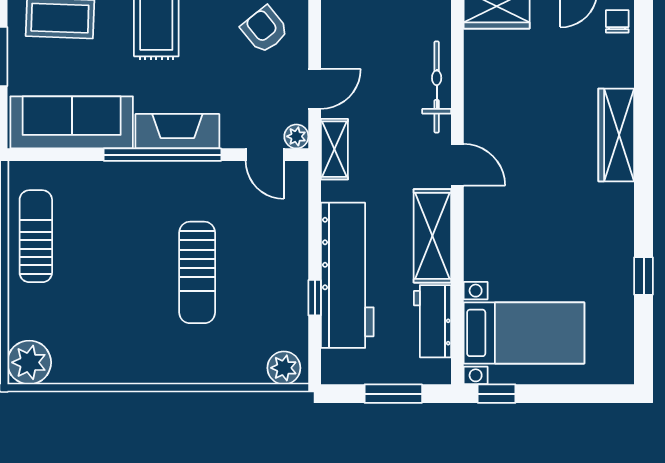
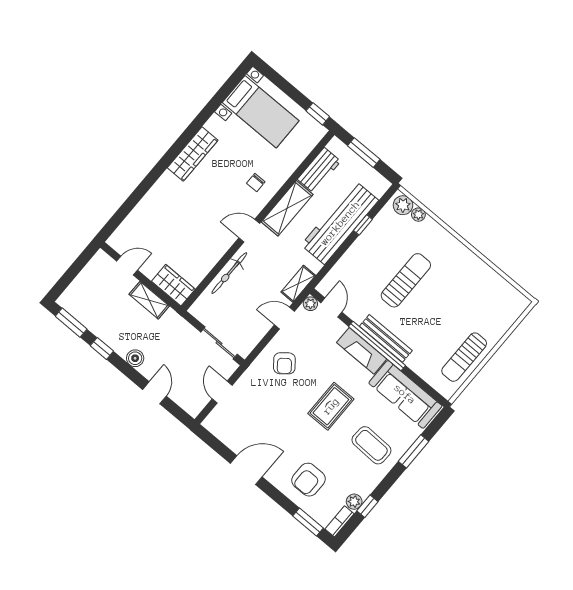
chair: (617, 21) -> (256, 183), moved
wardrobe: (616, 135) -> (193, 154), moved
door: (457, 165) -> (249, 231), hinge flipped
bench: (159, 174) -> (386, 338), added
window: (644, 276) -> (208, 111), removed
bed with nightstands: (524, 333) -> (261, 112), moved, turned 180
plant: (29, 362) -> (418, 215), moved, width x0.53, depth x0.53

